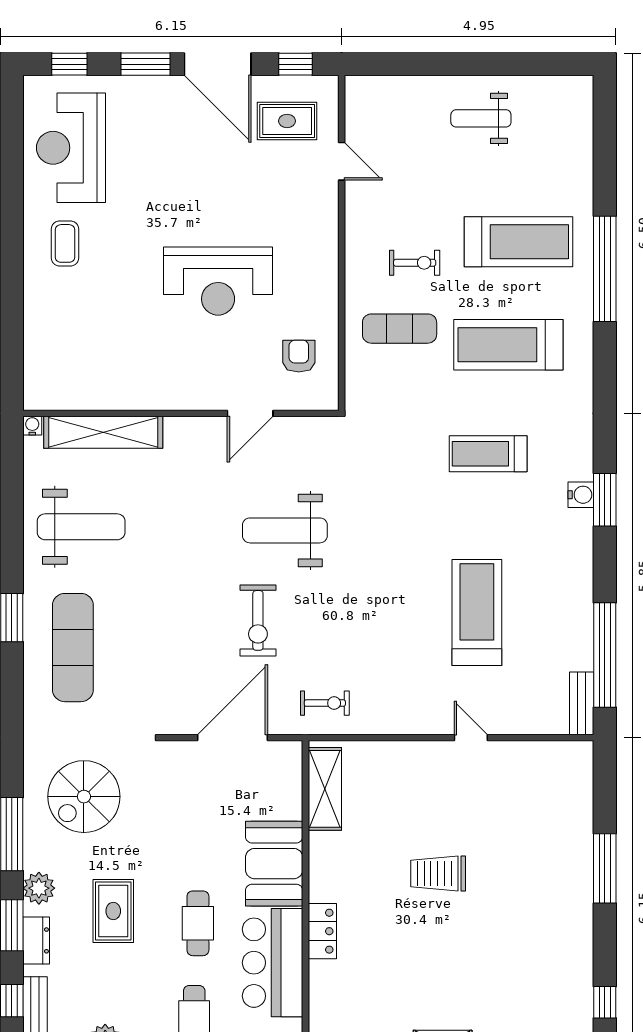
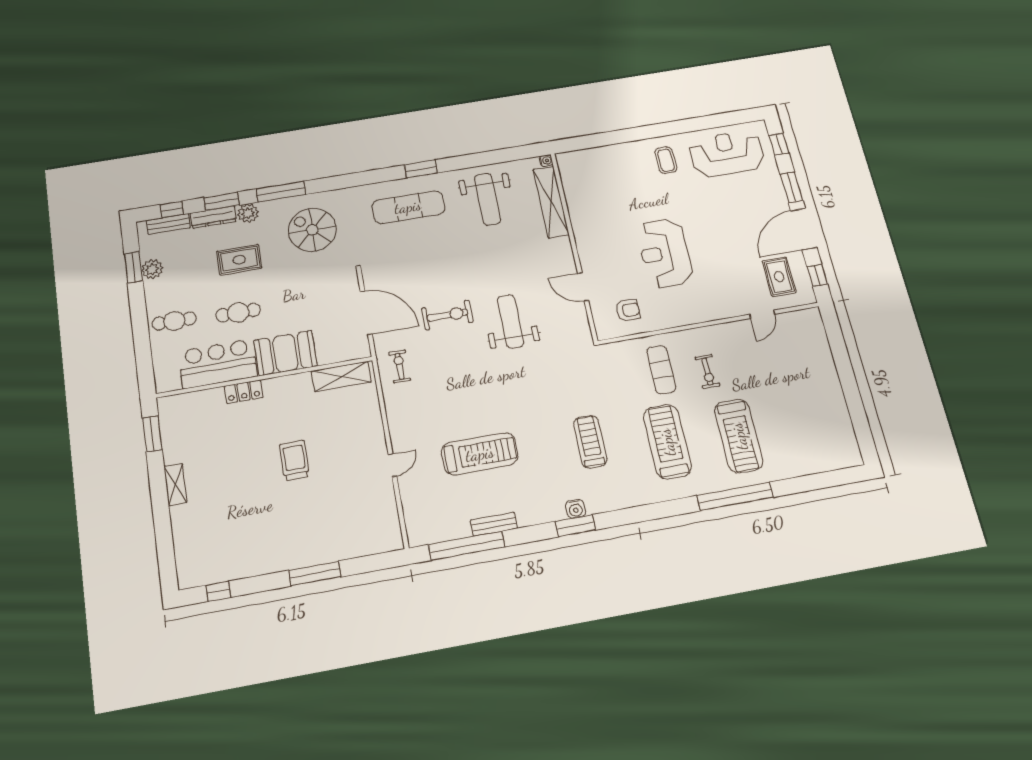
weight bench: (481, 118) -> (815, 397), removed
coffee table: (65, 243) -> (666, 160), turned 90
exercise bike: (258, 620) -> (447, 315), turned 180
exercise bike: (325, 703) -> (400, 366), turned 180
bench: (582, 703) -> (494, 524), moved
dresser: (36, 940) -> (213, 217), width x1.44

